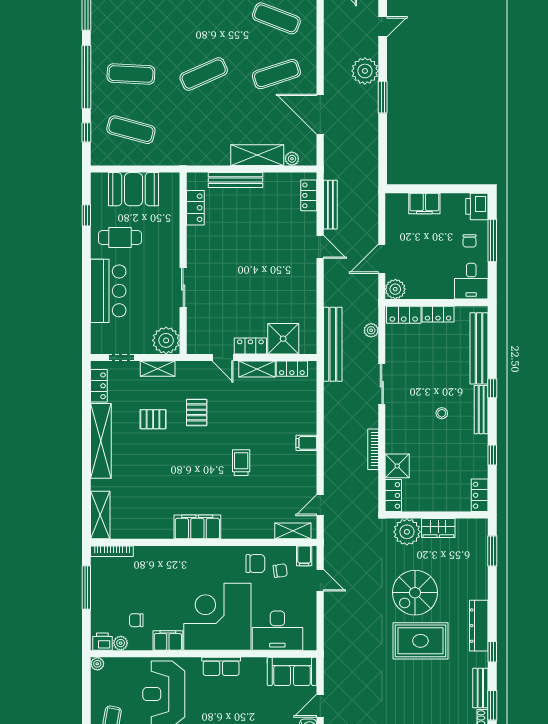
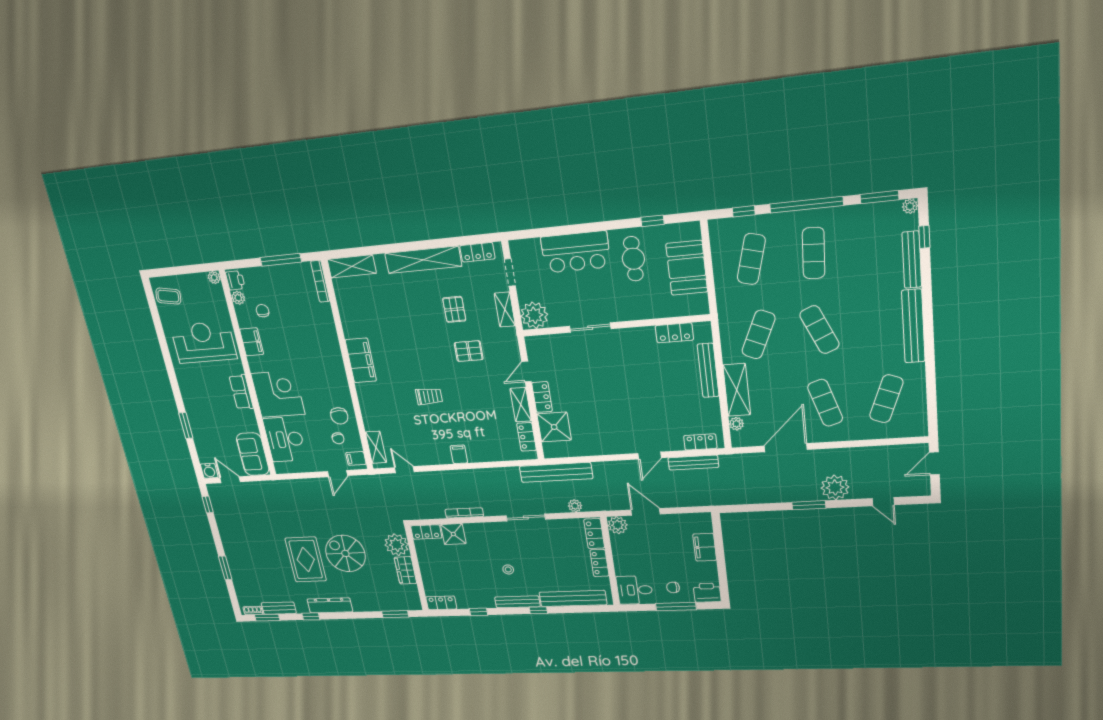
exercise mat: (204, 130) -> (759, 335), added
corner desk: (217, 617) -> (278, 394), width x0.74, depth x0.74

